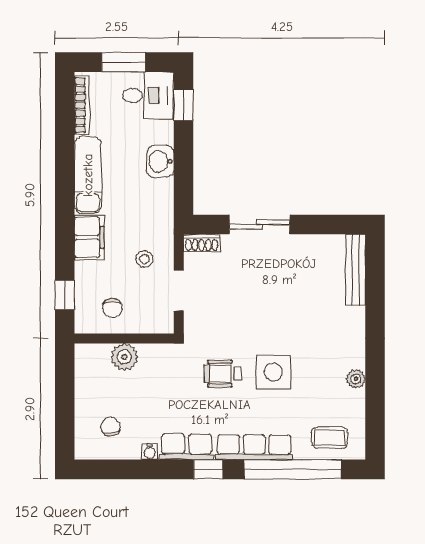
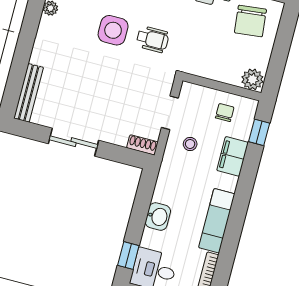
sliding door: (260, 224) -> (73, 142), moved
filing cabinet: (89, 237) -> (233, 156), moved
plant: (124, 357) -> (252, 79), moved
chair: (110, 427) -> (250, 21), width x1.87, depth x1.87

